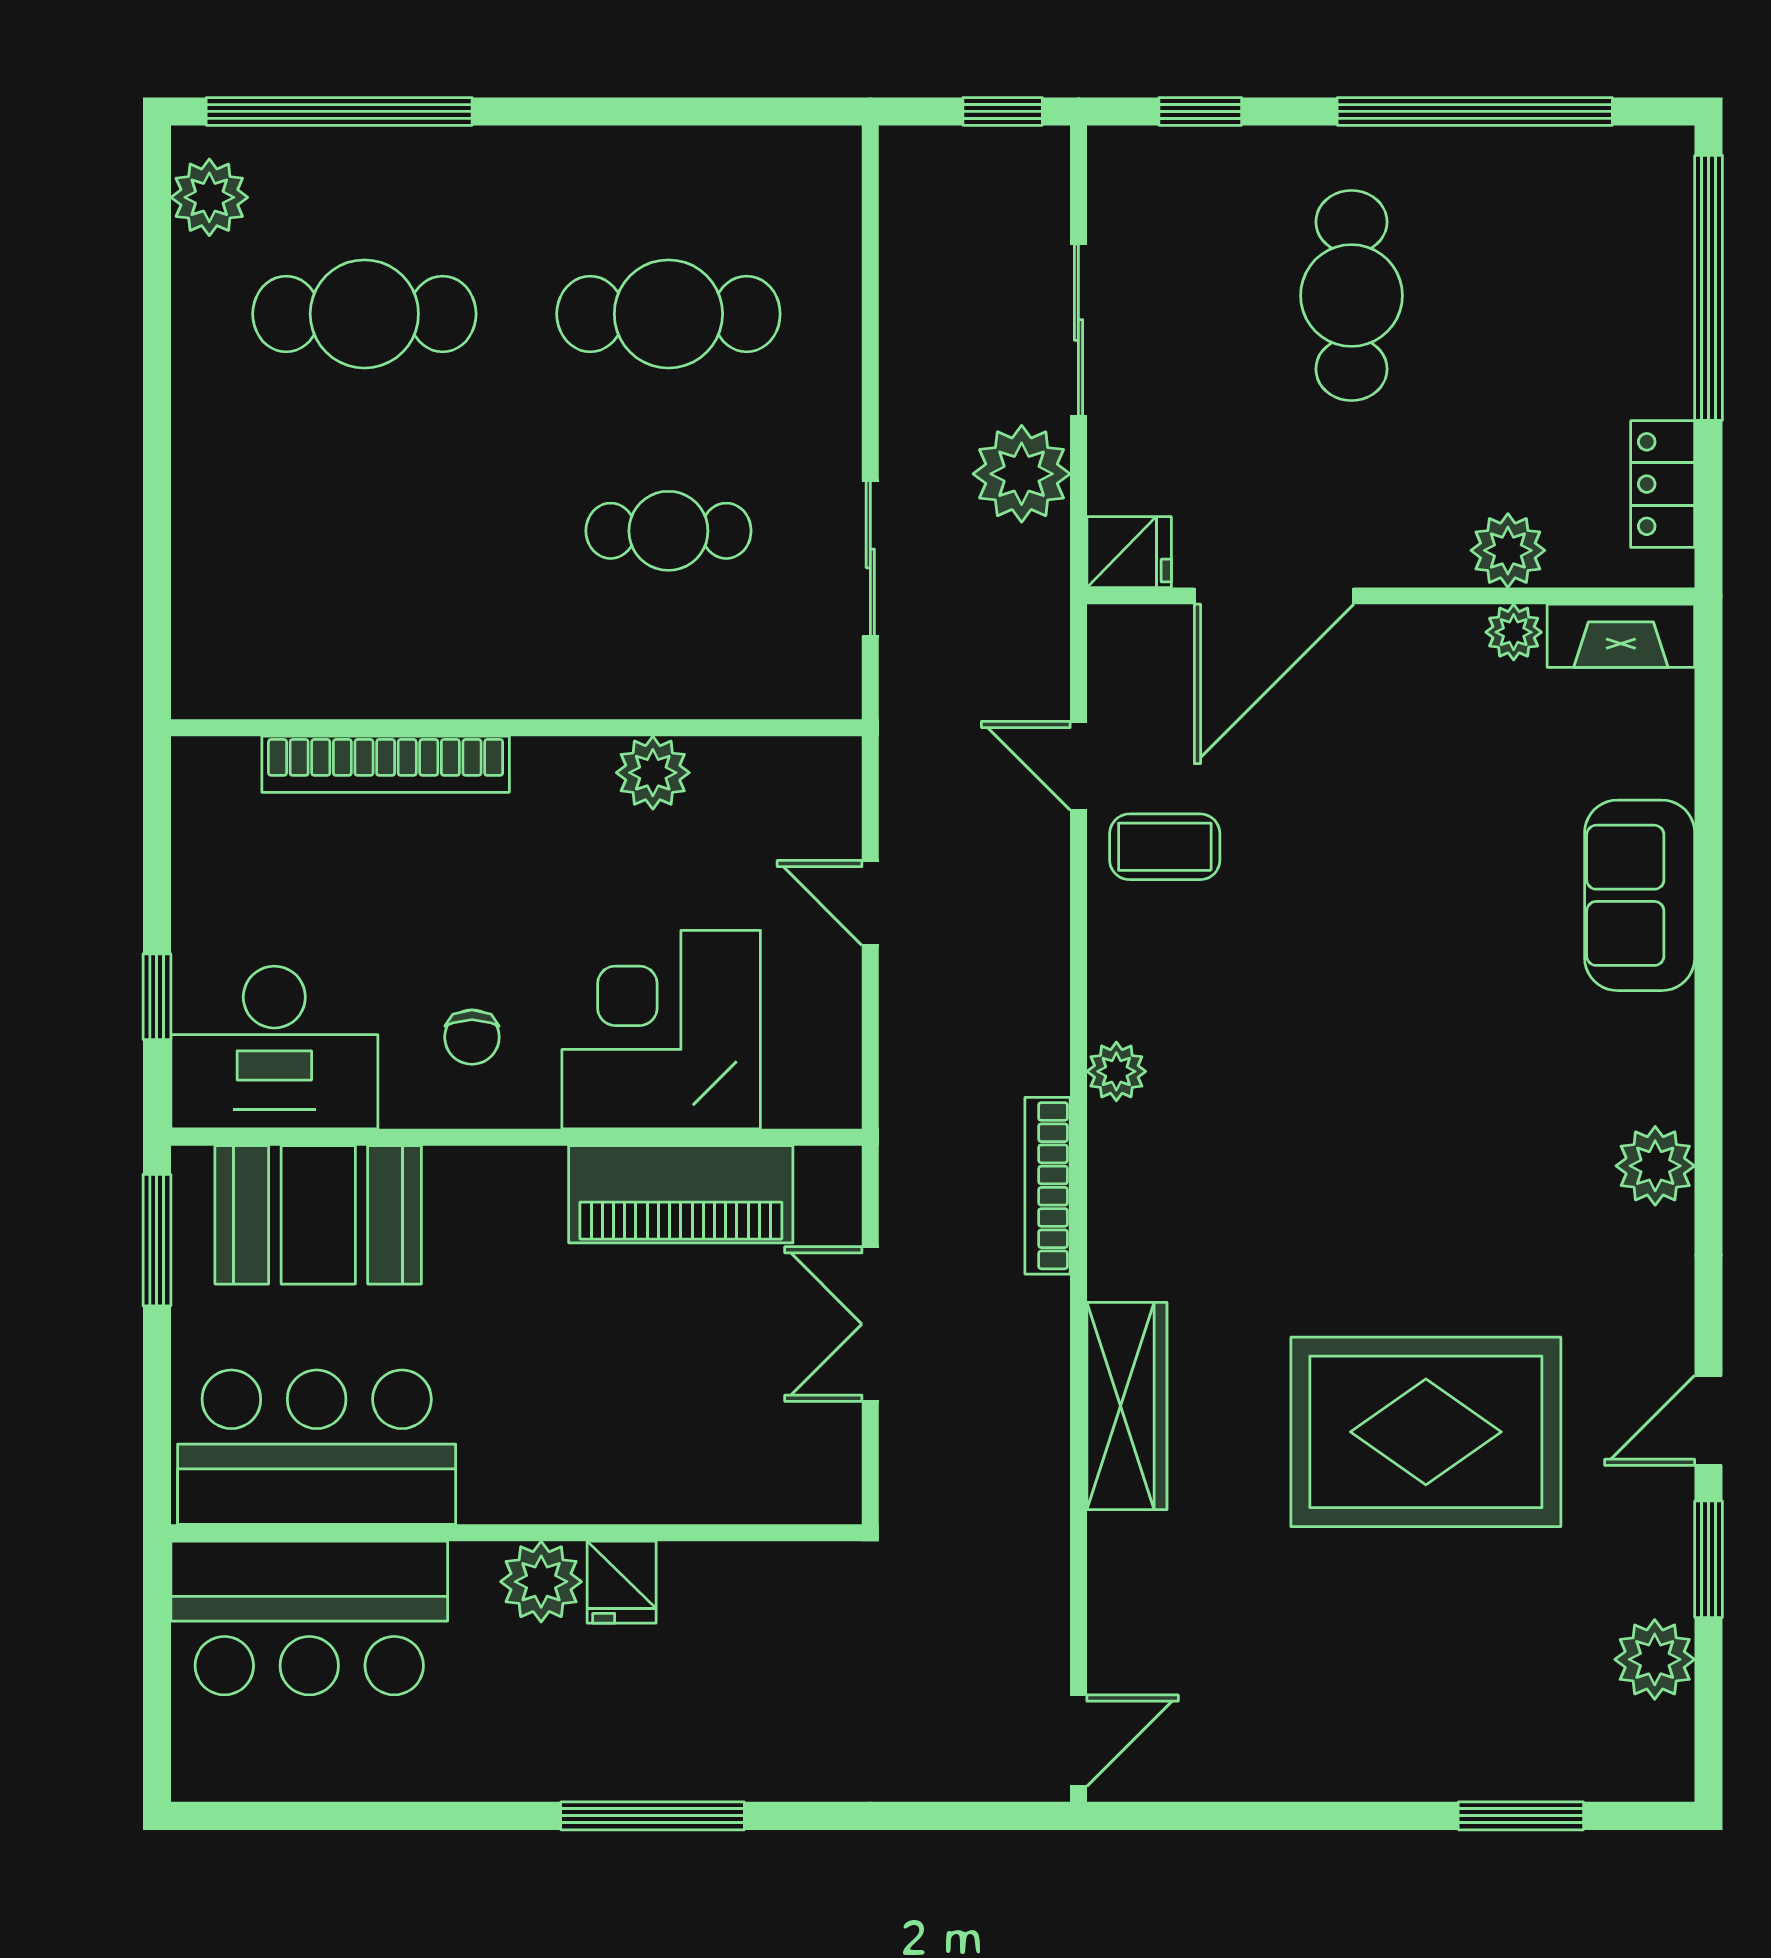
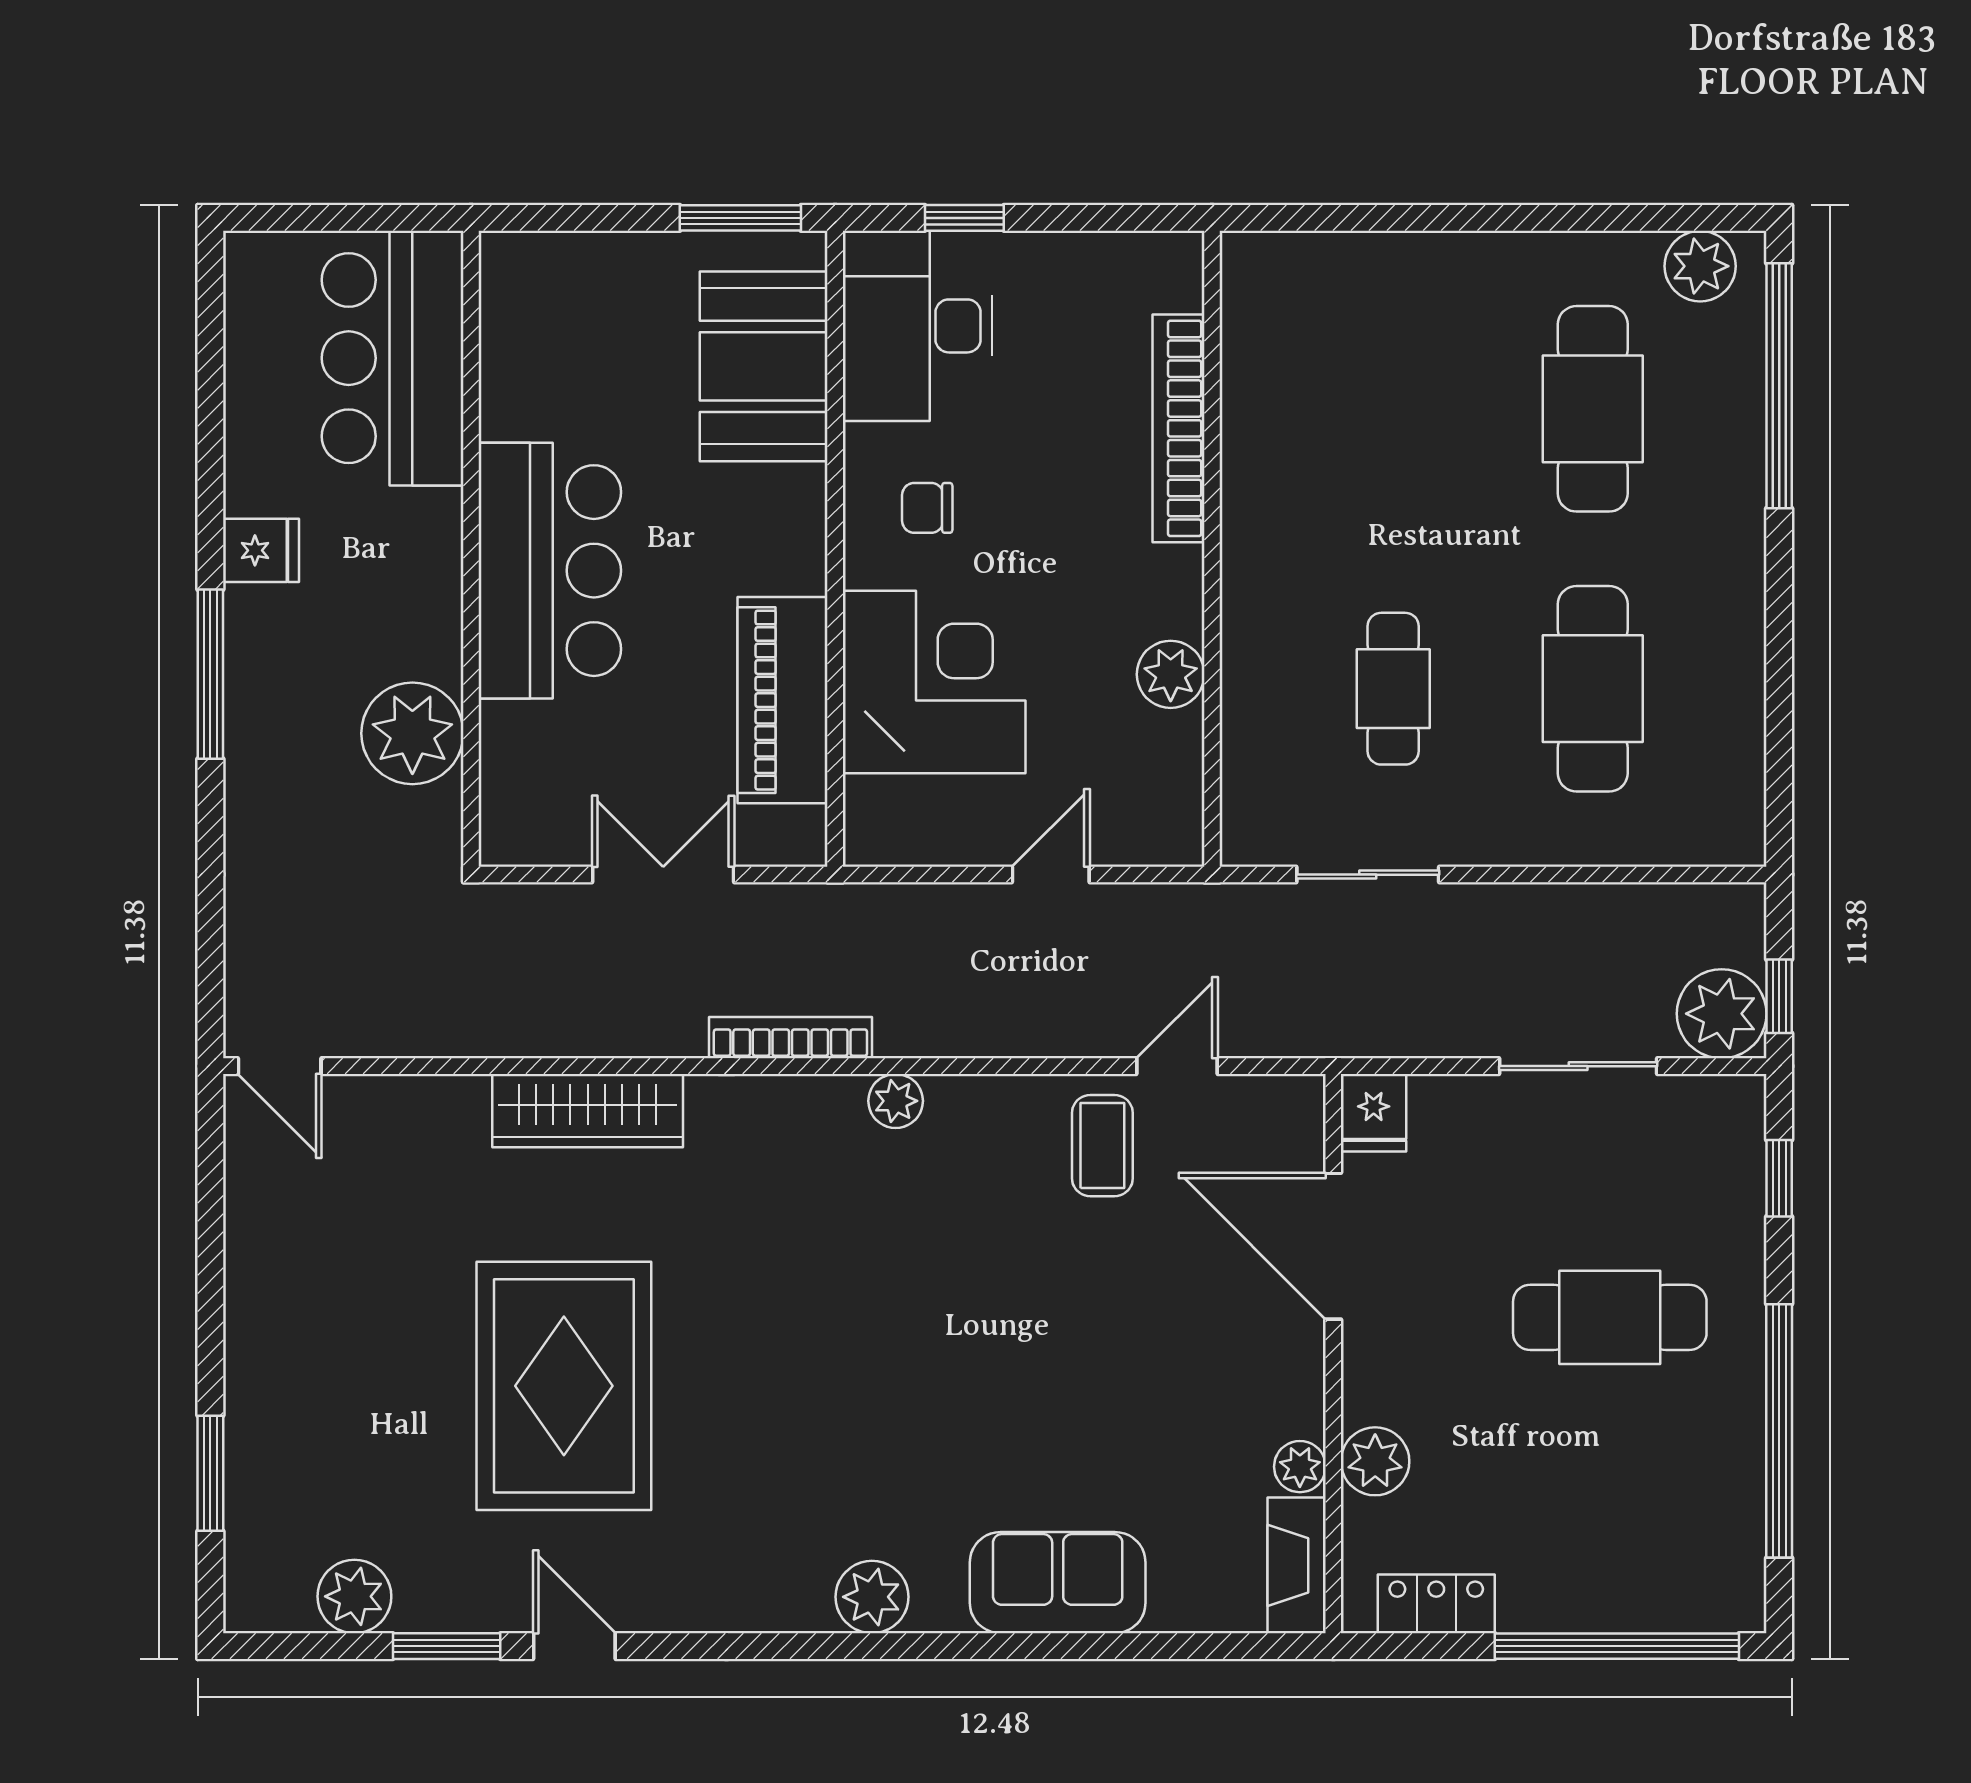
plant: (1022, 474) -> (1722, 1014), moved
plant: (1655, 1166) -> (872, 1597), moved
bar counter: (317, 1447) -> (550, 571), moved
plant: (541, 1582) -> (412, 733), moved, width x1.36, depth x1.36
fridge: (622, 1582) -> (261, 550), moved, turned 180

